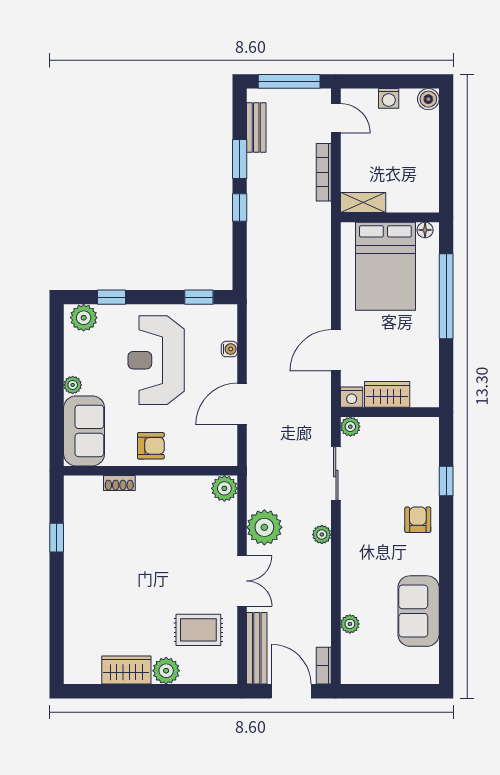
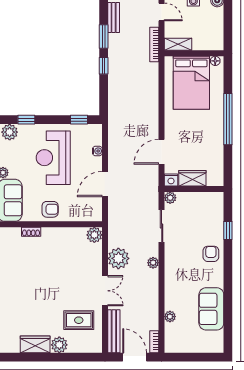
shelving: (363, 203) -> (178, 44), moved
wall: (390, 217) -> (194, 53), moved
floor lamp: (425, 230) -> (215, 61), moved
bed: (385, 266) -> (191, 83), moved

